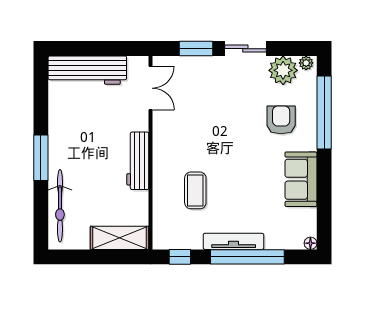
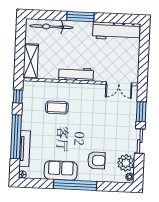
workbench: (87, 70) -> (116, 31), moved, turned -90
window: (324, 112) -> (75, 185), moved
tv unit: (234, 241) -> (25, 149), moved

